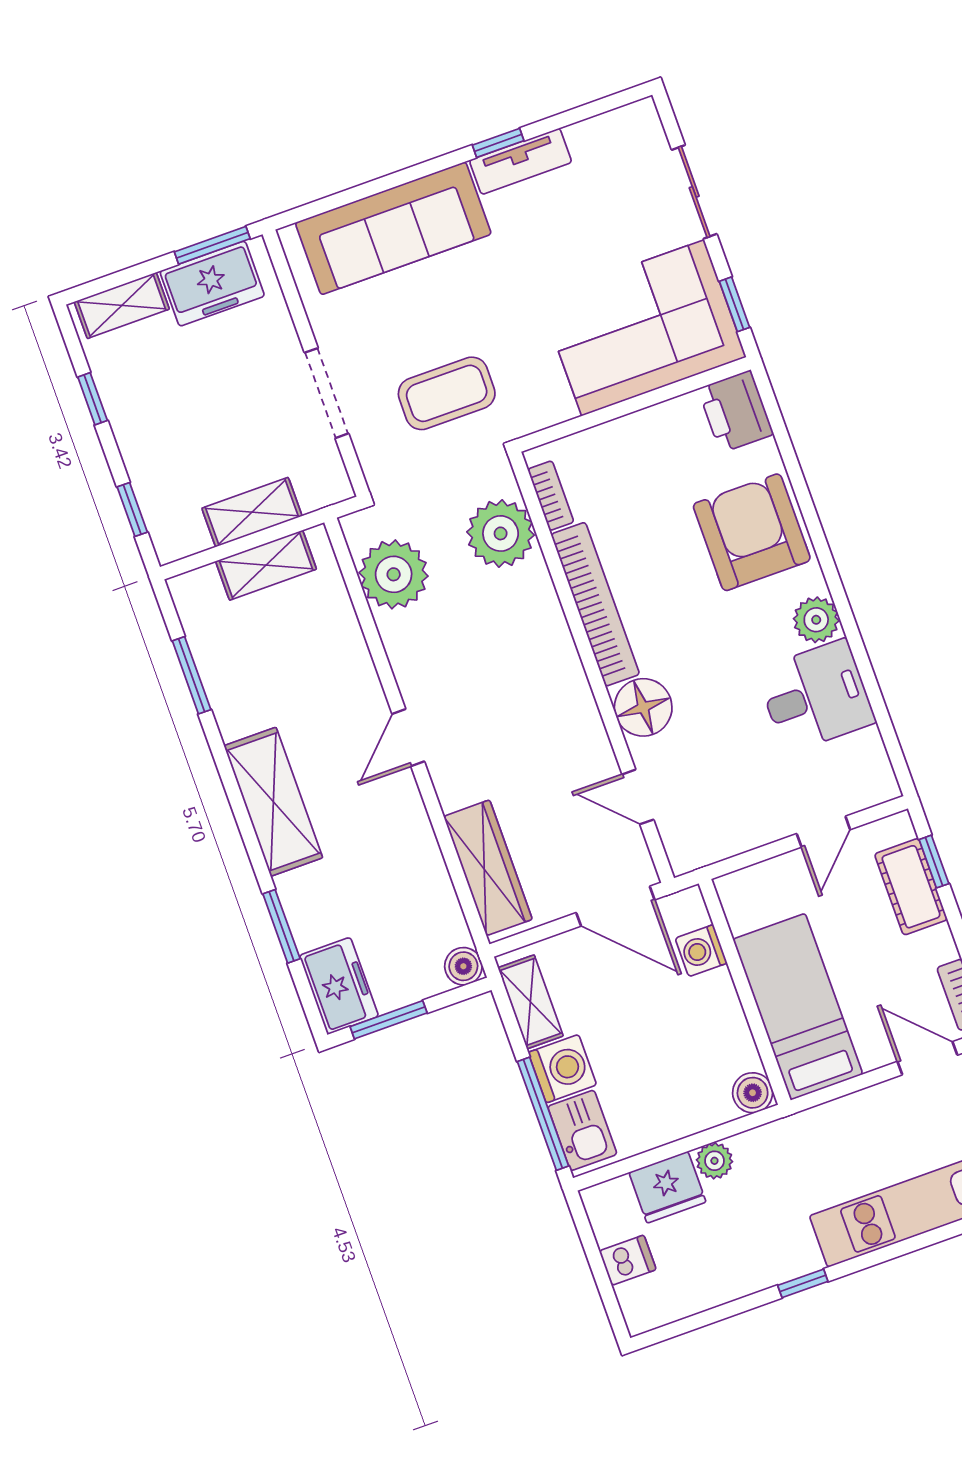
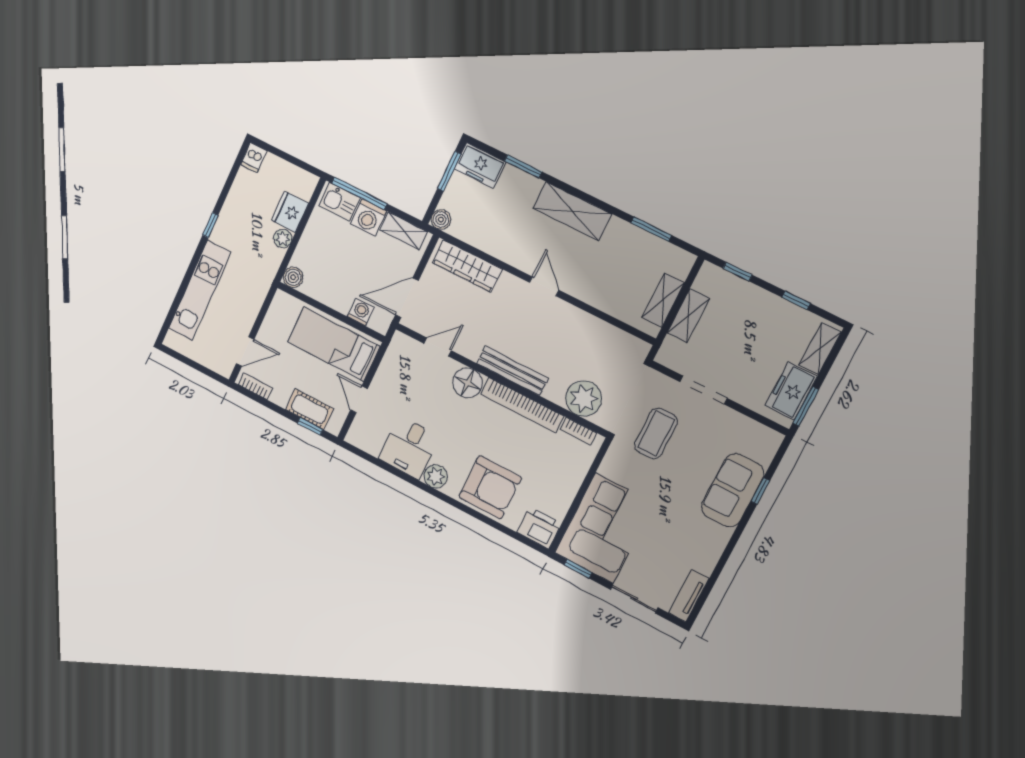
window: (498, 143) -> (760, 491), moved
tv unit: (521, 161) -> (689, 596), moved
sofa: (393, 228) -> (733, 490), width x0.73
plant: (394, 574) -> (610, 344), removed
bench: (563, 665) -> (512, 371), added
bed: (798, 1007) -> (334, 344), moved, turned 180
dishwasher: (628, 1260) -> (254, 158), moved

